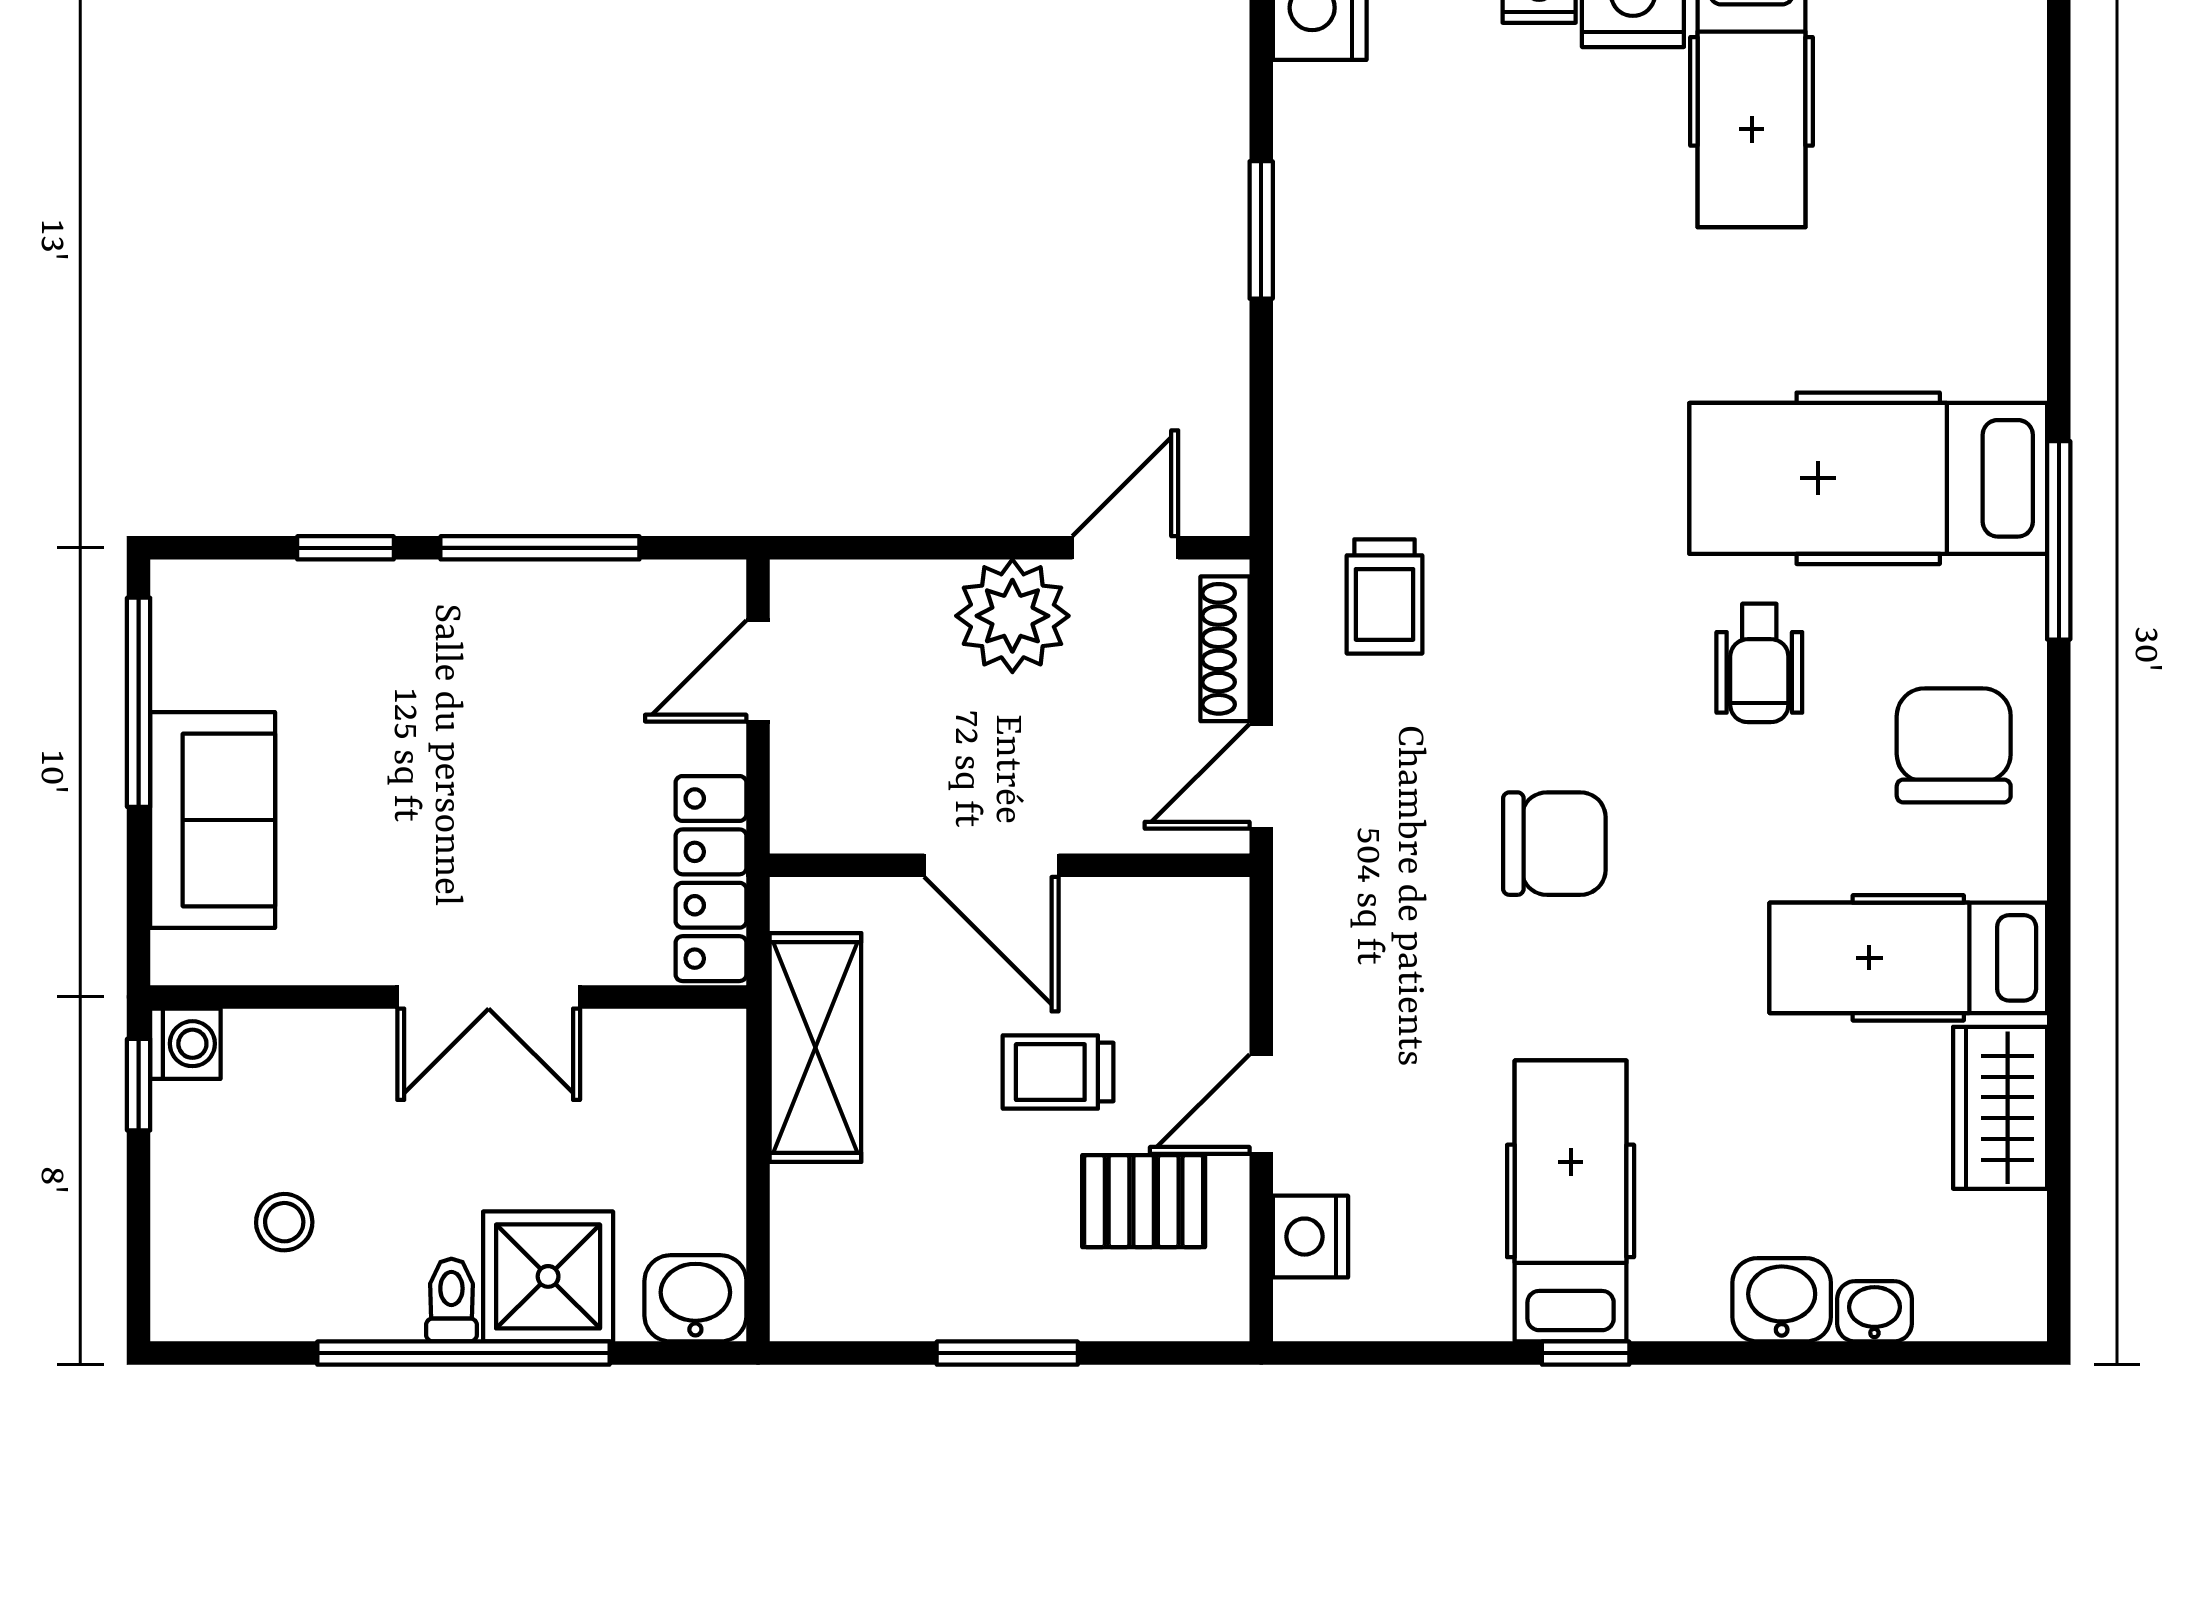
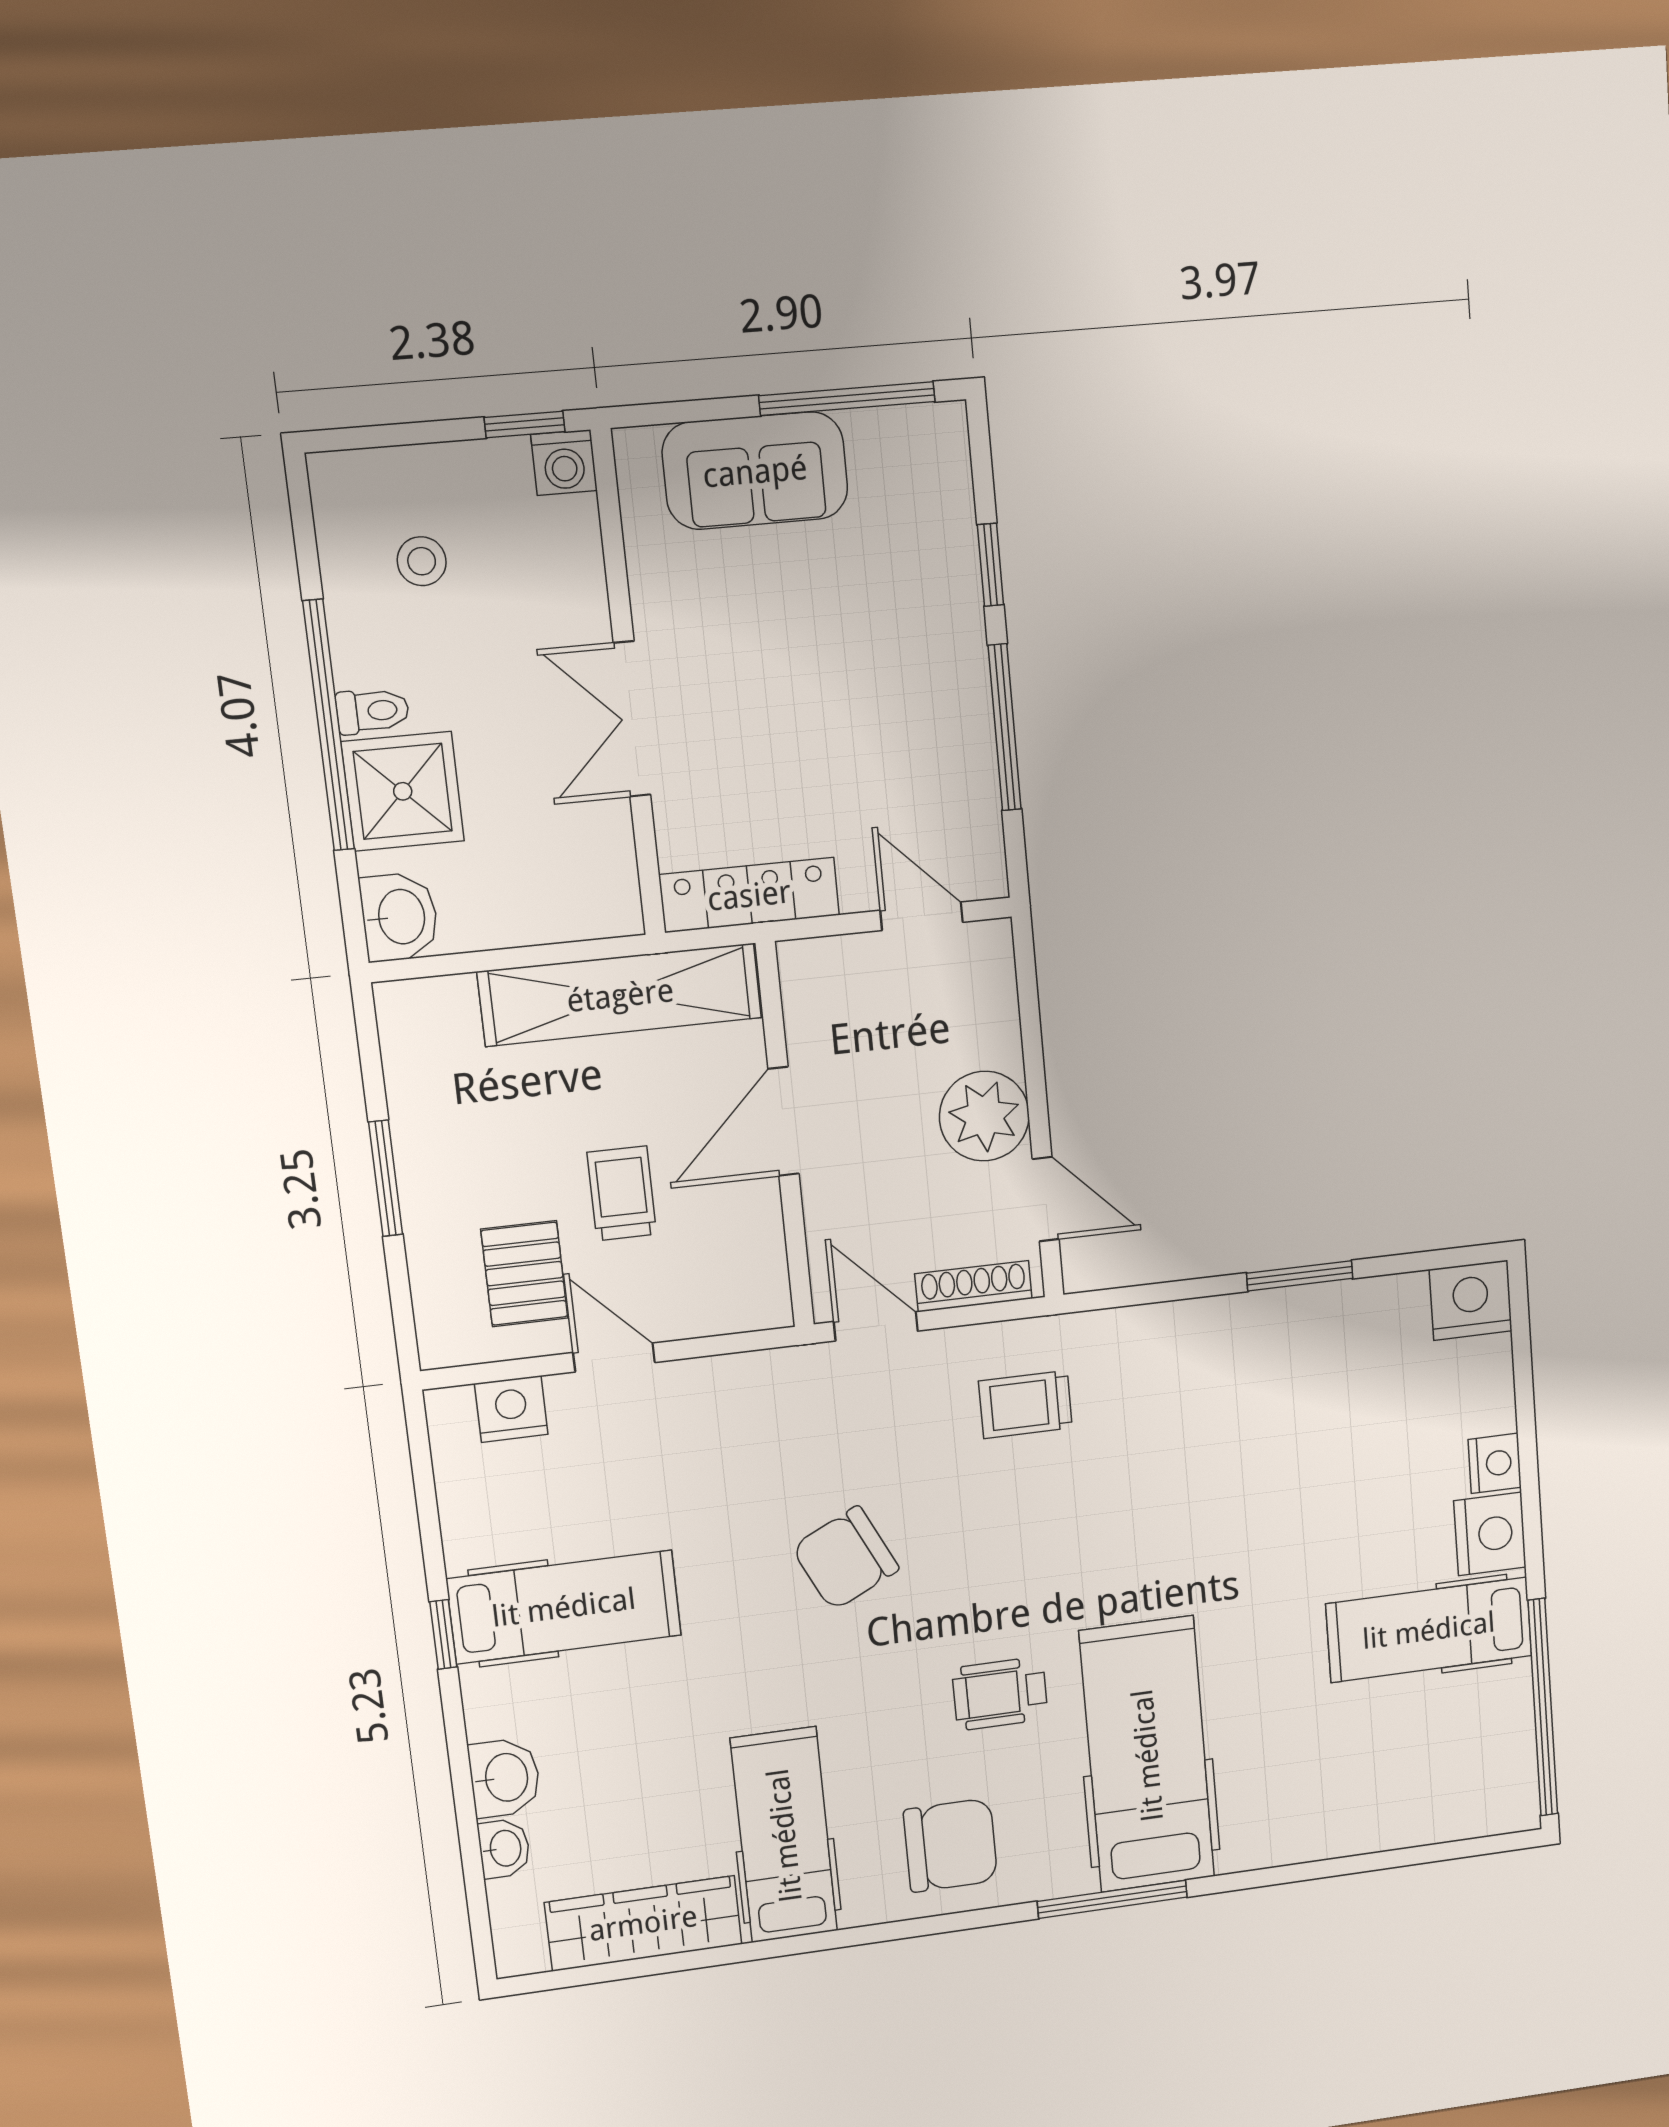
chair: (1554, 844) -> (845, 1558), turned 64
shelving: (815, 1047) -> (620, 995), width x1.47
wardrobe: (2000, 1108) -> (643, 1923), width x1.50

